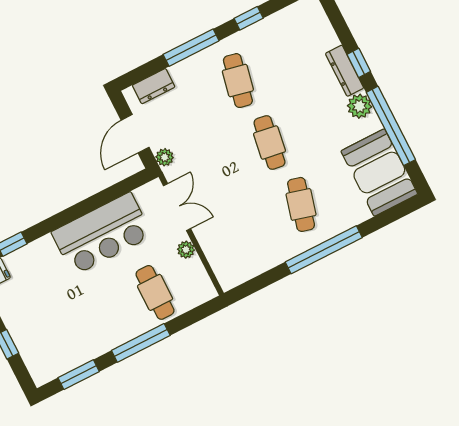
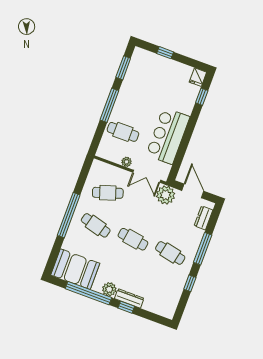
plant: (165, 157) -> (166, 195), width x1.87, depth x1.87
cafe table: (247, 232) -> (108, 193), added

